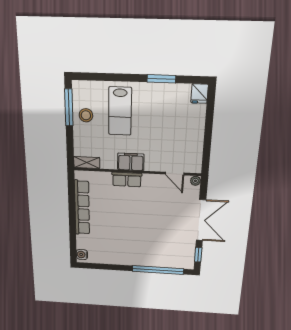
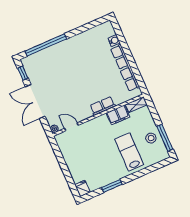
filing cabinet: (131, 162) -> (118, 115), moved
water cooler: (82, 255) -> (114, 41), moved

